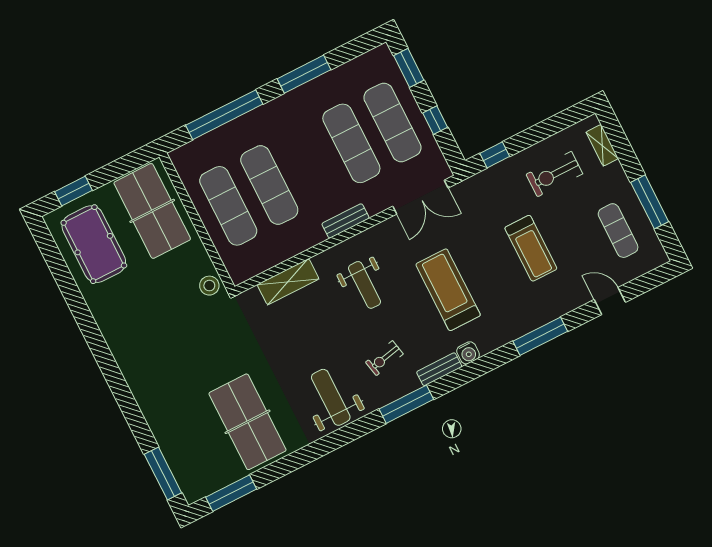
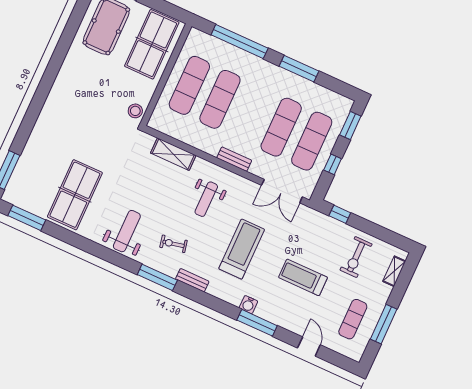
exercise bike: (554, 174) -> (356, 257), turned -90
treadmill: (531, 248) -> (303, 277), turned 90
water cooler: (468, 353) -> (248, 305), moved

